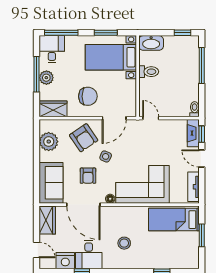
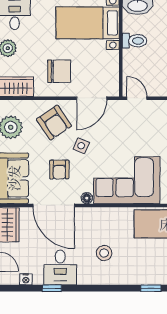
nightstand: (65, 261) -> (26, 279), width x0.53, depth x0.56

